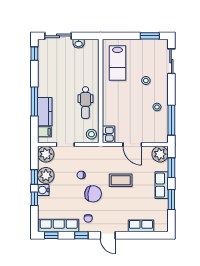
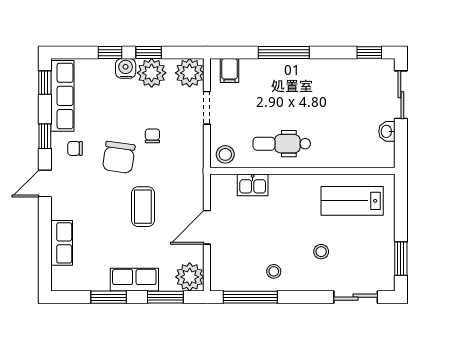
kitchen counter: (45, 112) -> (266, 71), removed
kitchen sink: (108, 134) -> (253, 185), moved

